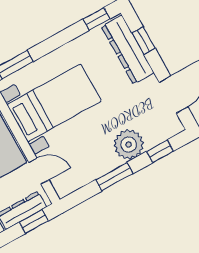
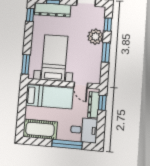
door: (39, 171) -> (81, 85), swing flipped

